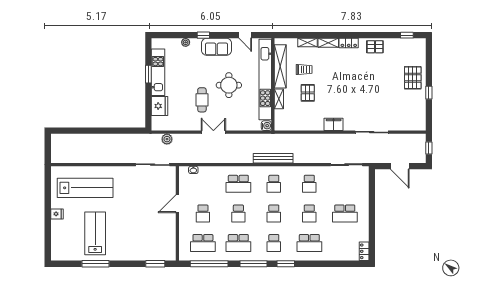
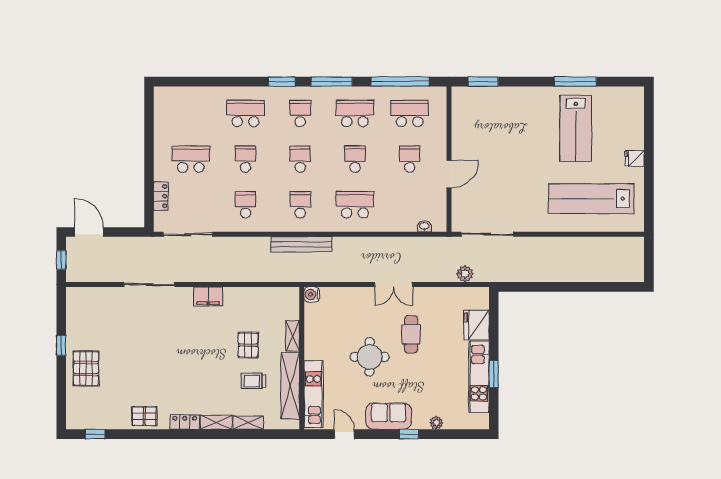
kitchen unit: (265, 80) -> (314, 394), width x0.54
door: (400, 166) -> (89, 232), moved
locker: (364, 251) -> (161, 196), moved

